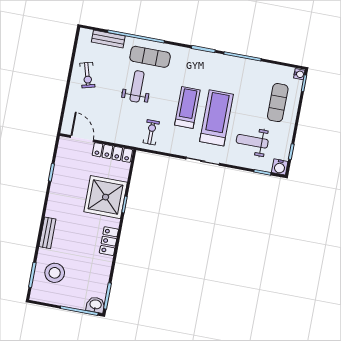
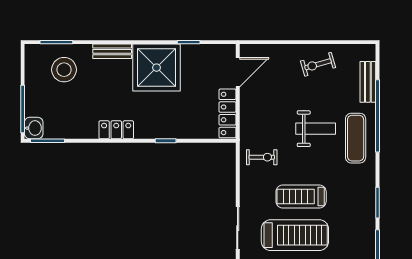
treadmill: (187, 107) -> (301, 196), turned 180
shower: (106, 197) -> (157, 68), moved

